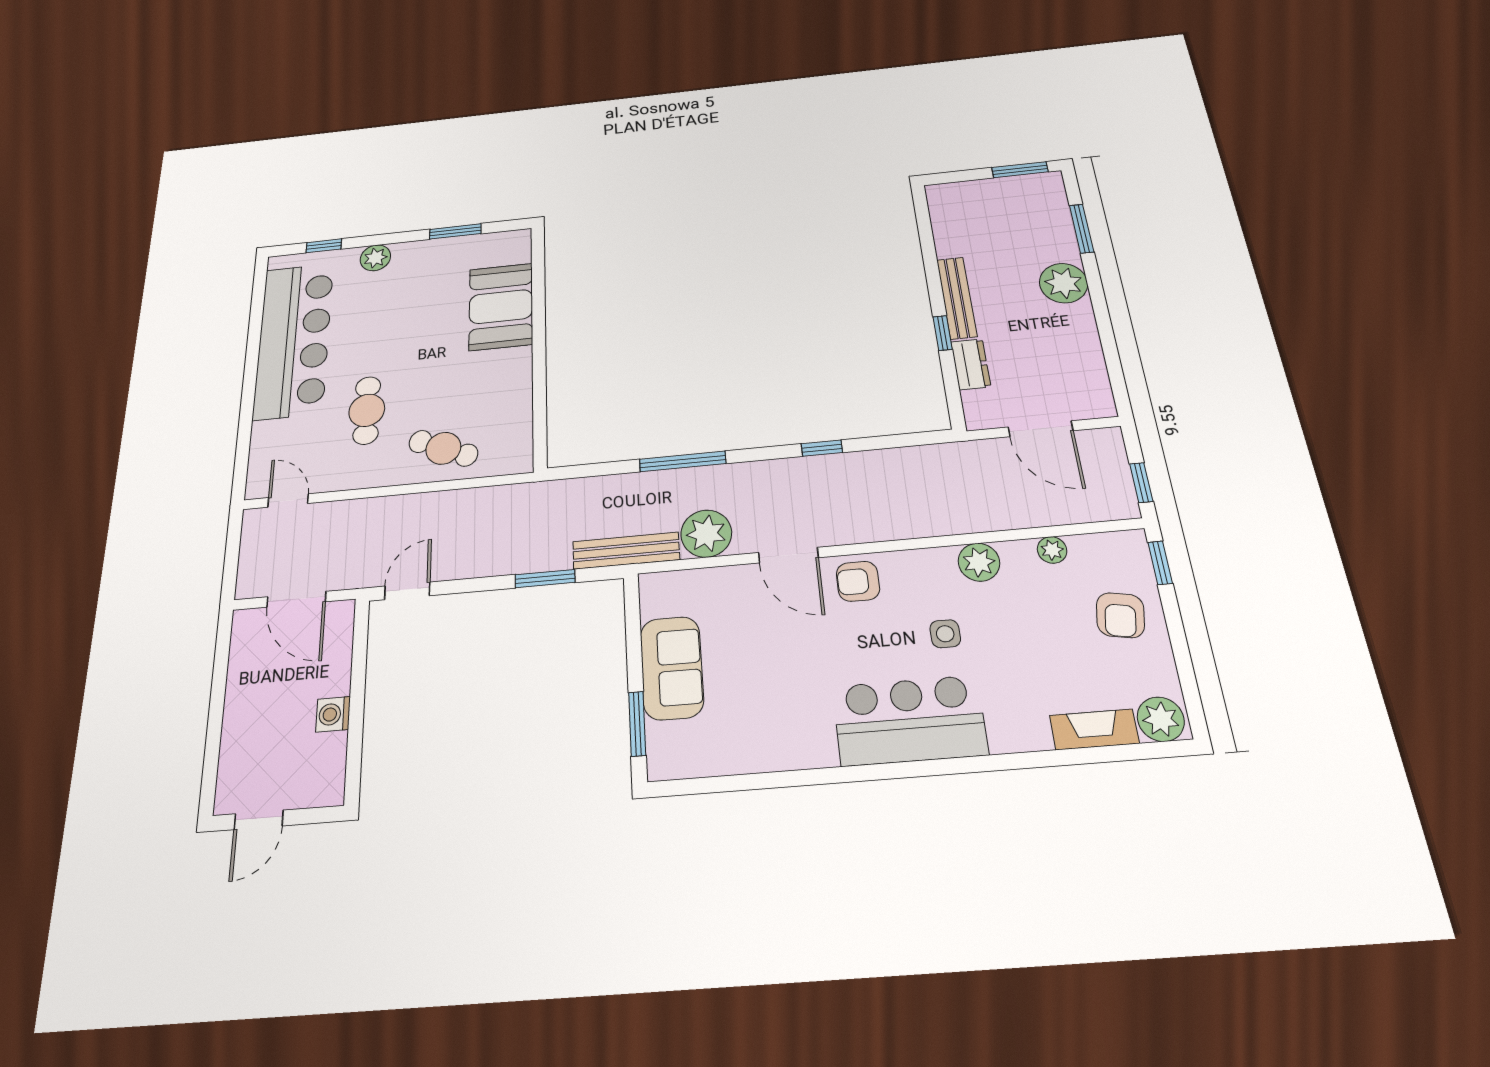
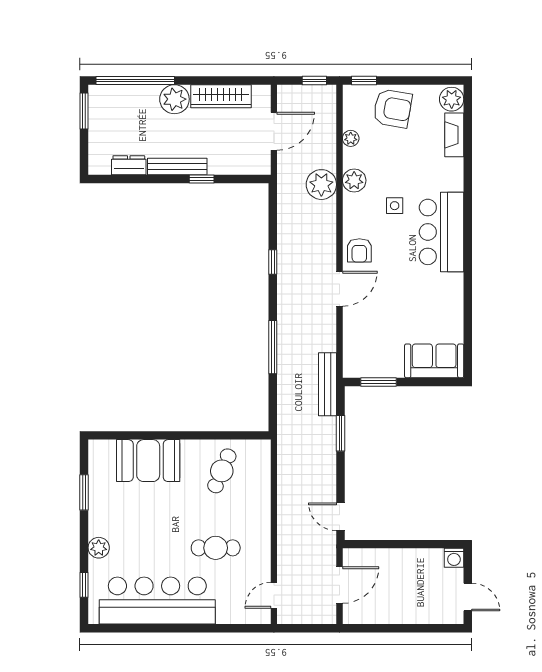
window: (1082, 229) -> (135, 80), width x2.11
wardrobe: (1083, 346) -> (221, 96), added
dresser: (971, 364) -> (129, 165), moved
cafe table: (443, 448) -> (222, 471), moved
plant: (706, 534) -> (321, 185), moved
armchair: (1120, 615) -> (393, 108), width x1.38, depth x1.38
sofa: (672, 668) -> (434, 361), moved
washing machine: (333, 714) -> (454, 558), moved
window: (637, 724) -> (379, 382), moved

